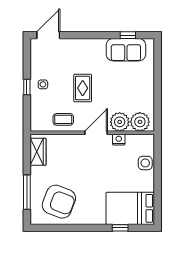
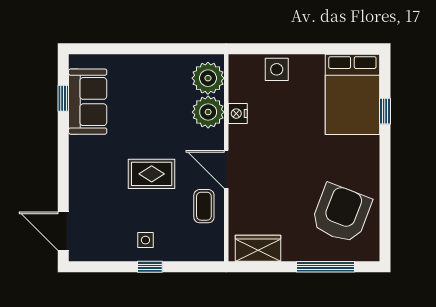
door: (96, 133) -> (226, 169), moved

